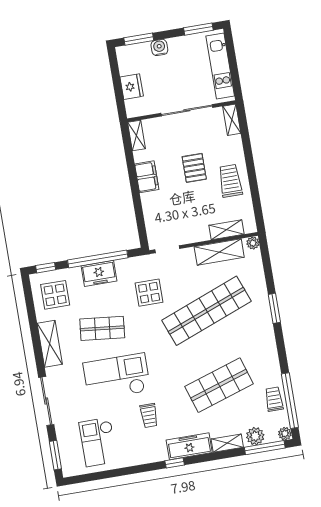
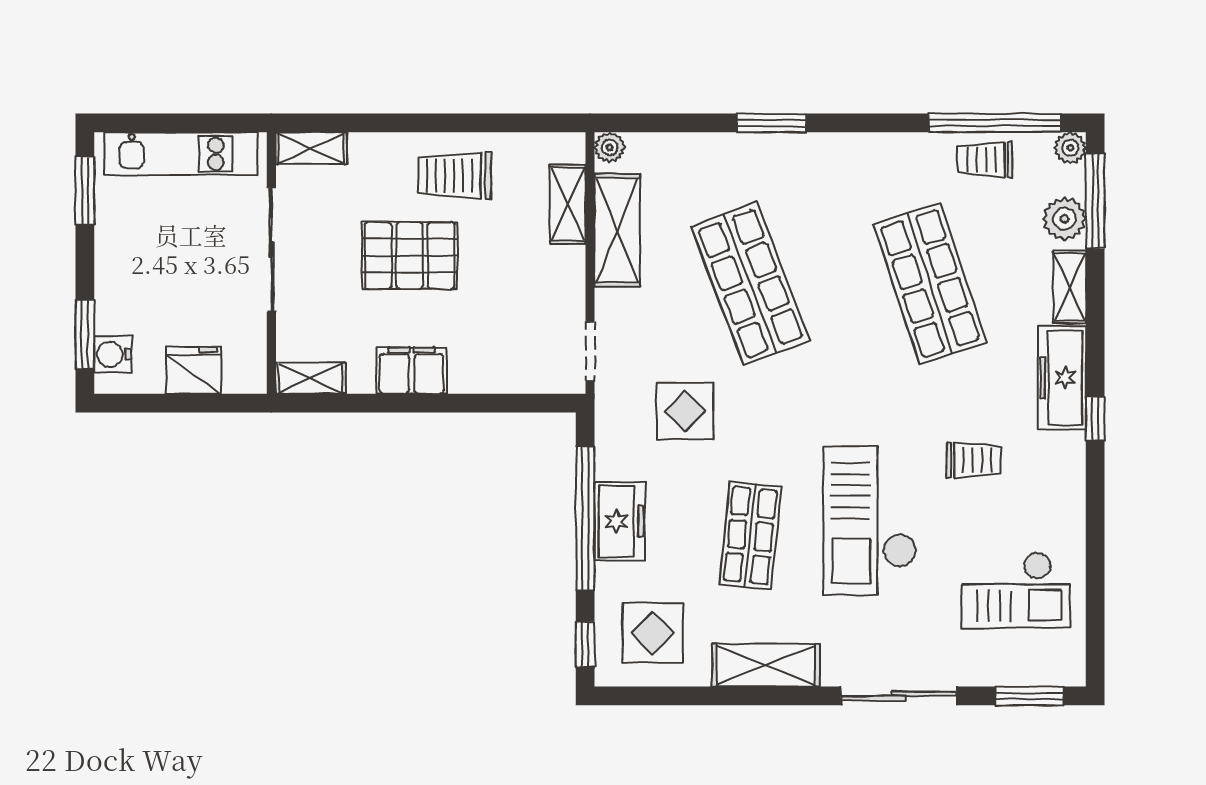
water cooler: (159, 47) -> (113, 354), moved
pallet: (194, 168) -> (410, 256), width x1.50, depth x1.42
shop shelf: (206, 311) -> (750, 283), width x0.71

